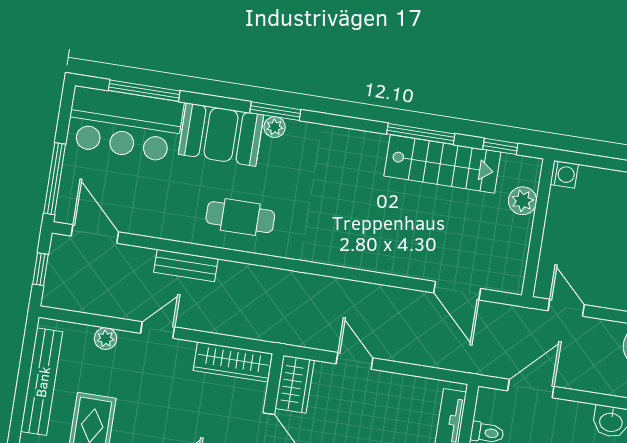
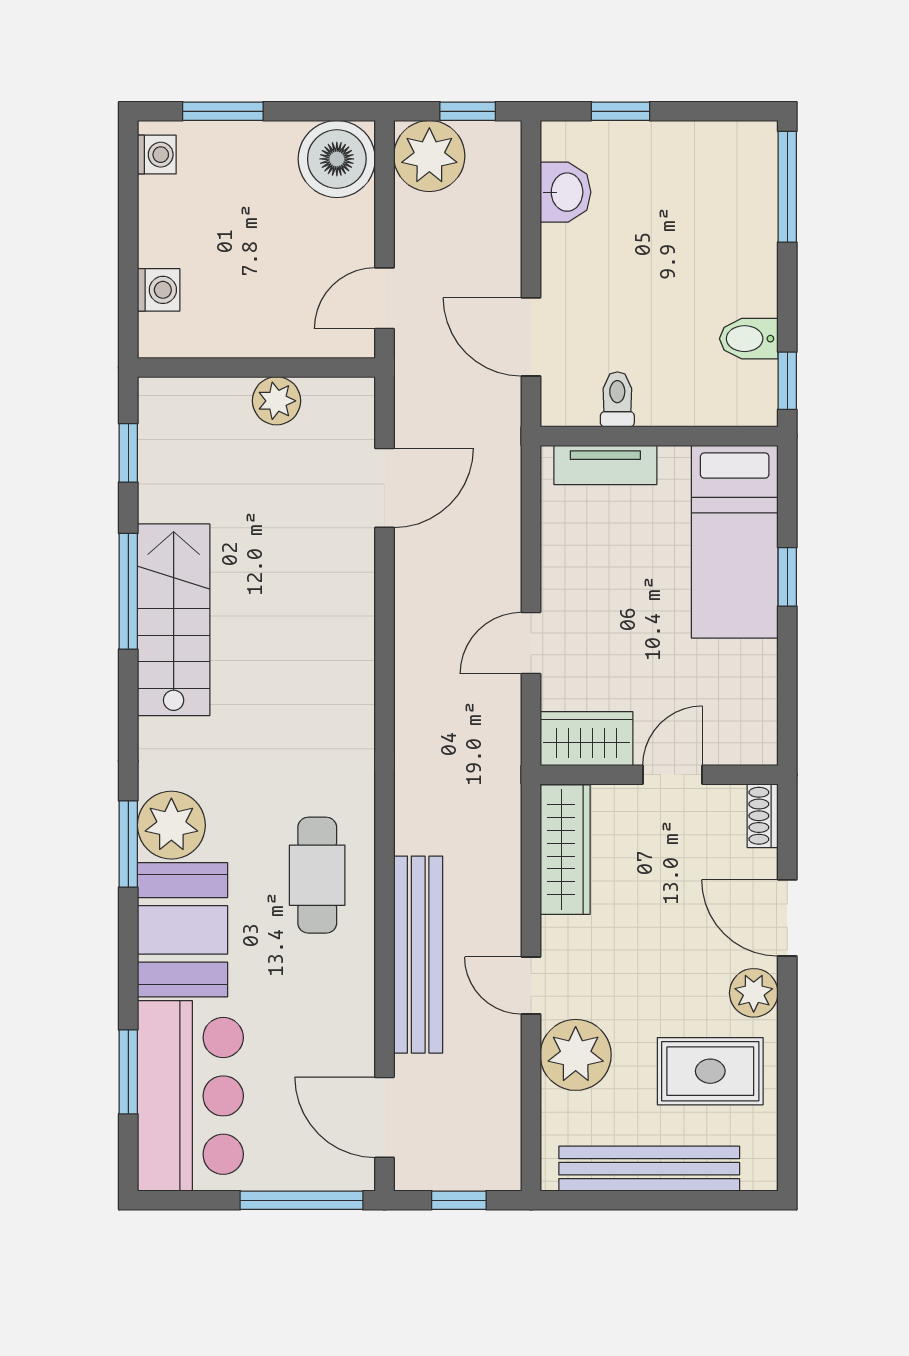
window: (144, 91) -> (128, 1072), width x0.69
plant: (275, 127) -> (171, 825), width x1.88, depth x1.88
stairs: (442, 164) -> (174, 620), moved
washing machine: (564, 174) -> (159, 290), moved, turned 90
plant: (523, 201) -> (277, 401), moved
door: (95, 234) -> (385, 1117), hinge flipped
bench: (186, 265) -> (418, 955), width x1.86, depth x1.21
plant: (106, 339) -> (576, 1055), width x1.88, depth x1.88

